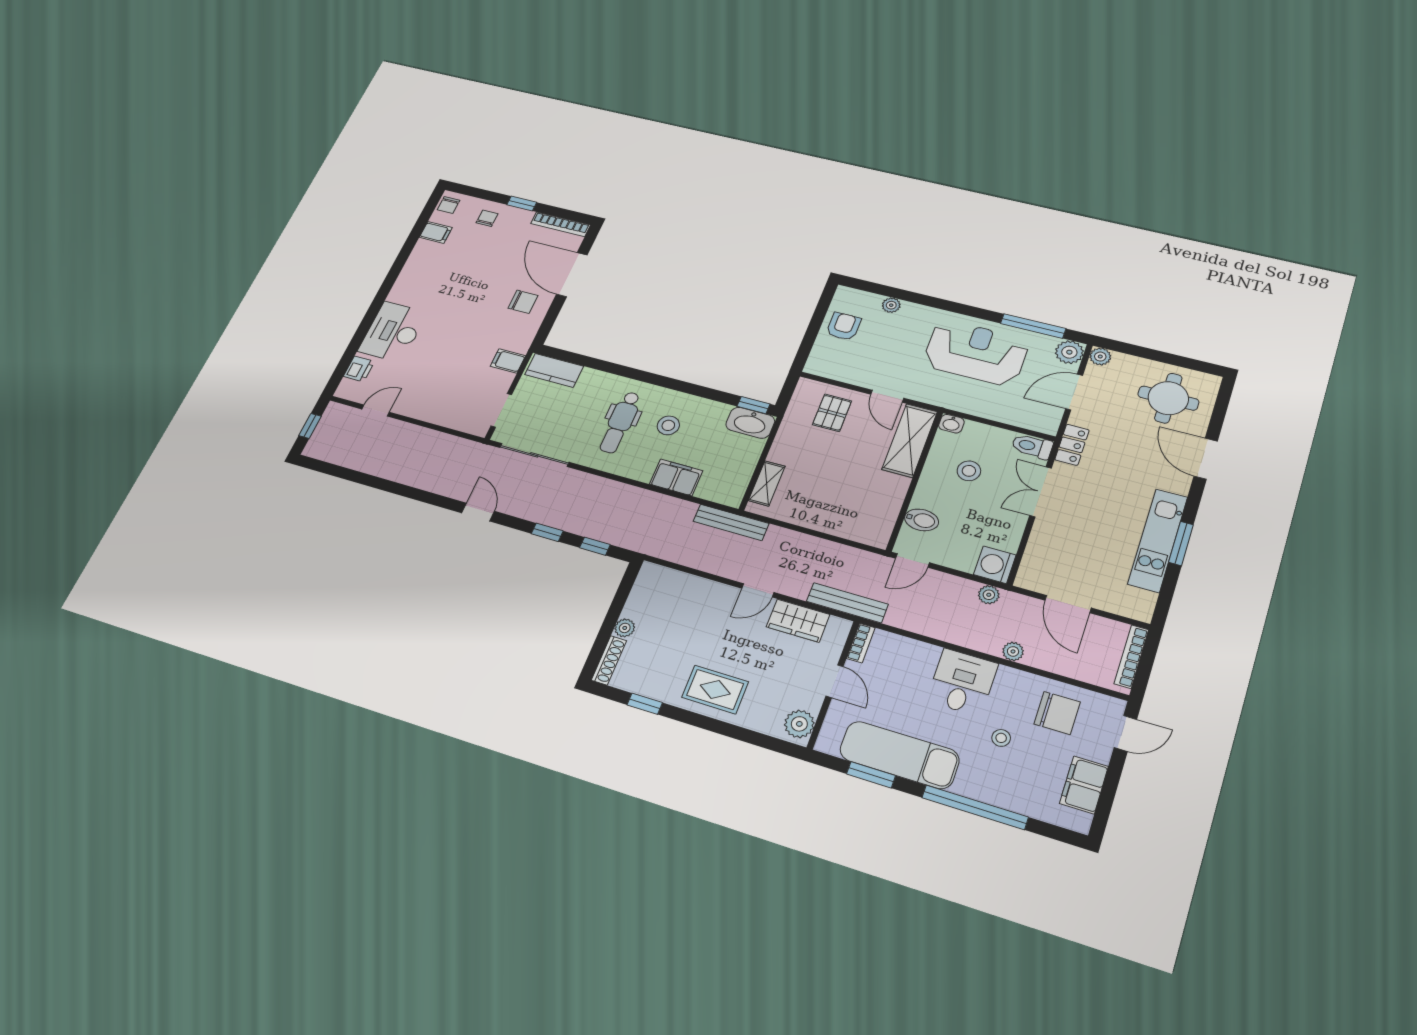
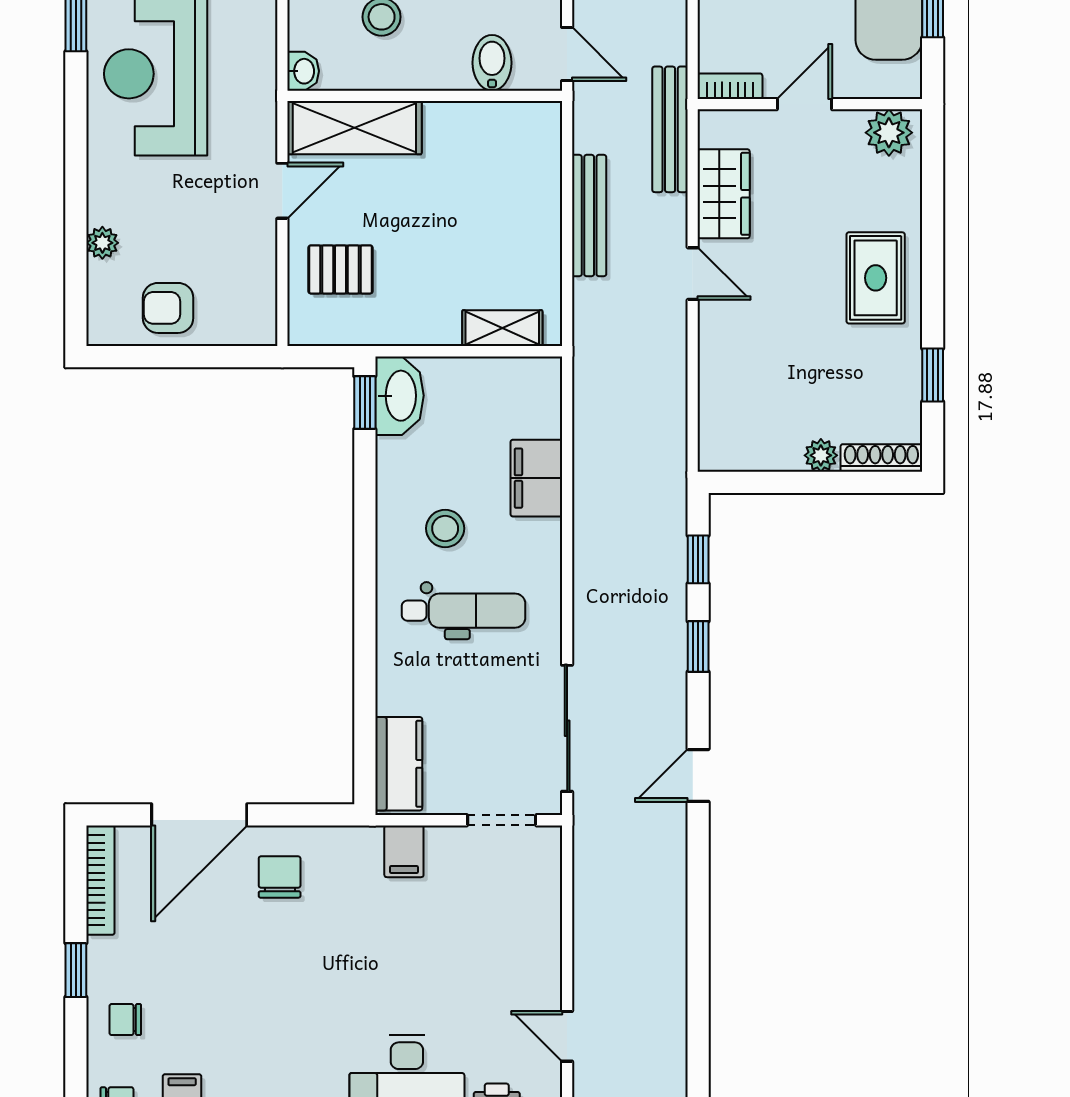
bench: (731, 522) -> (589, 216), moved

